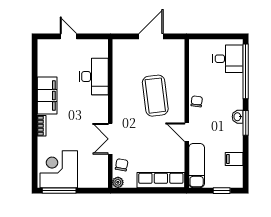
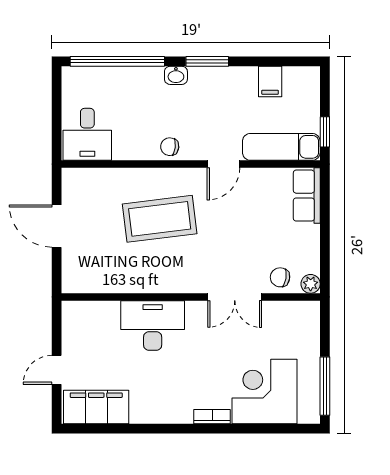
desk: (228, 59) -> (87, 134), moved, turned 180
desk: (94, 77) -> (153, 326), moved
filing cabinet: (47, 96) -> (96, 407), moved
washbasin: (238, 117) -> (176, 75), moved
corner desk: (59, 169) -> (264, 391), moved, turned 90
row of seats: (161, 180) -> (307, 196), width x0.68
window: (222, 191) -> (325, 132), moved

